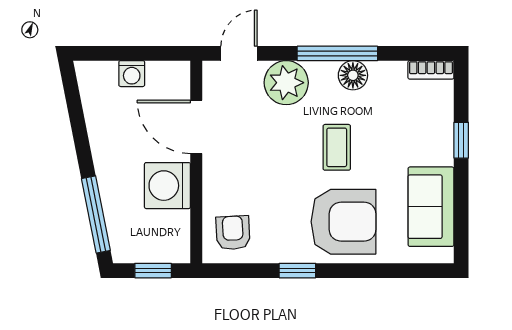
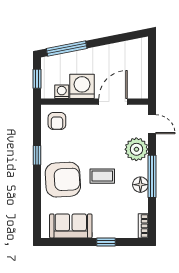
washing machine: (132, 74) -> (62, 92), moved, turned 90
armchair: (343, 222) -> (63, 180), turned -93
armchair: (233, 233) -> (57, 121), turned 93

